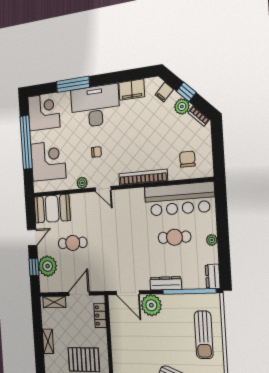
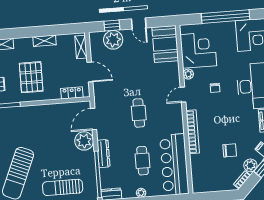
chair: (187, 159) -> (230, 150), moved
corner desk: (48, 161) -> (198, 50), moved, turned -90
cafe table: (73, 243) -> (139, 113), moved

